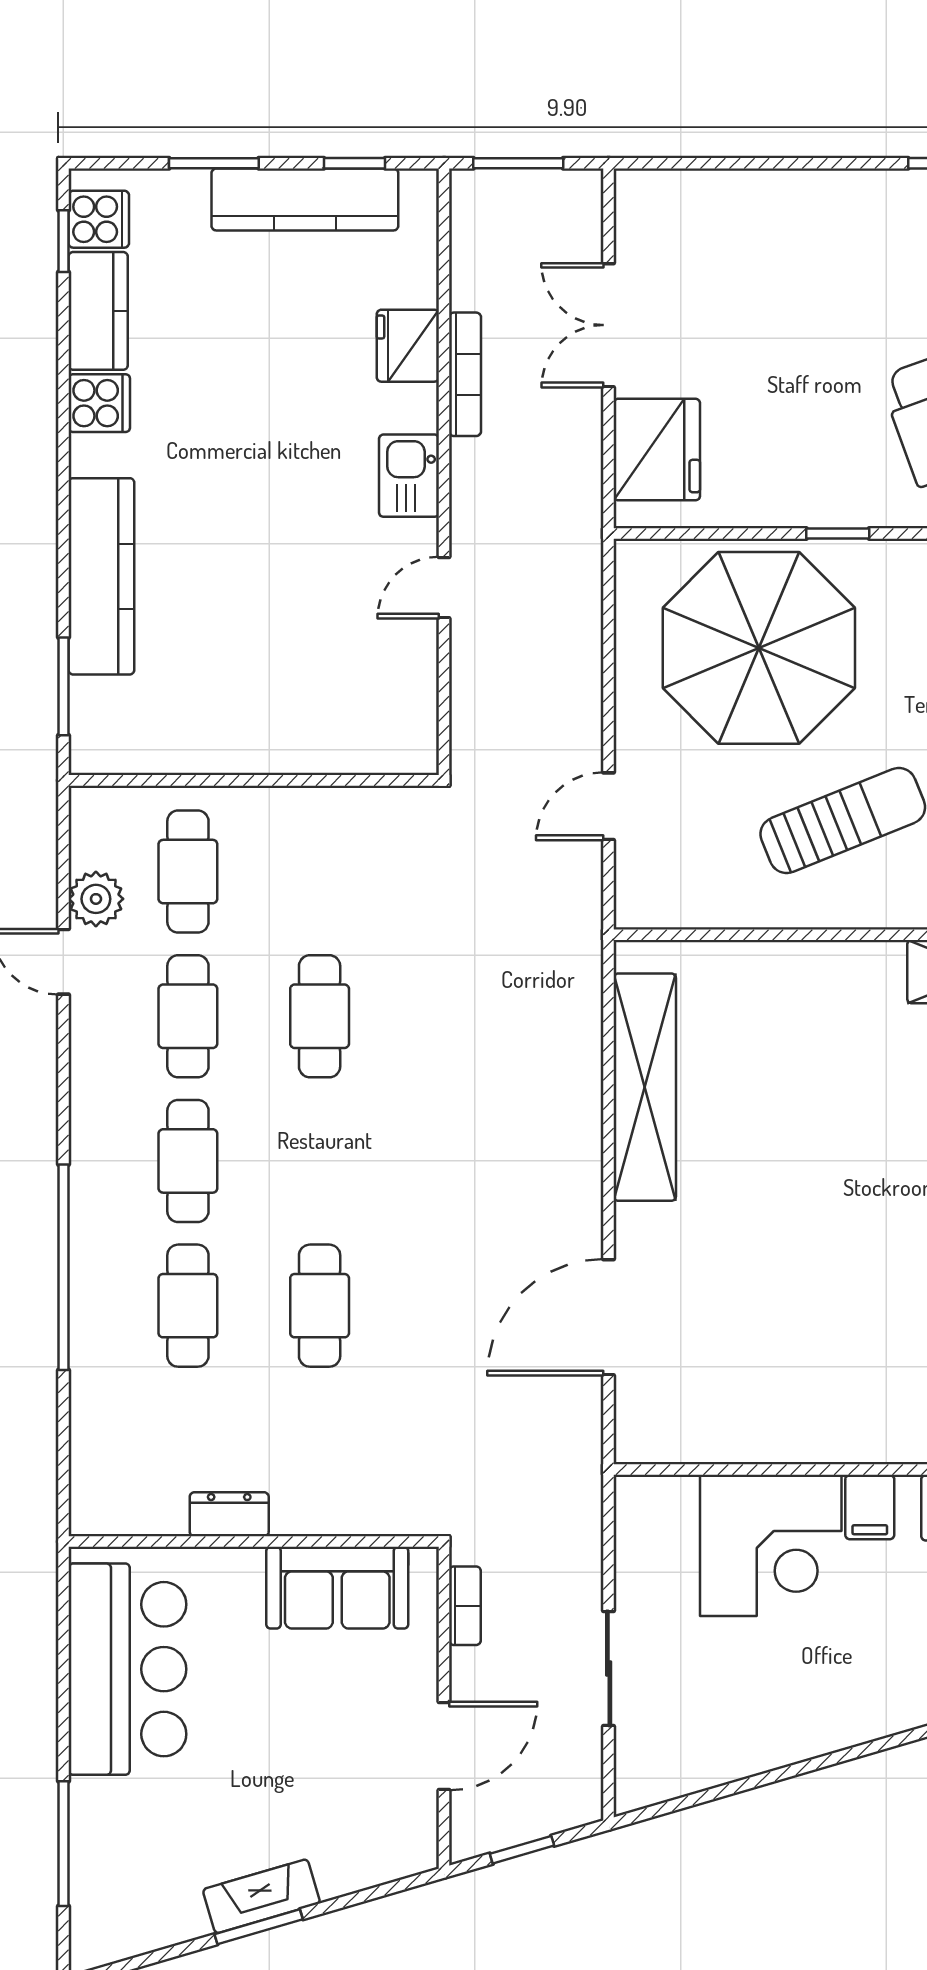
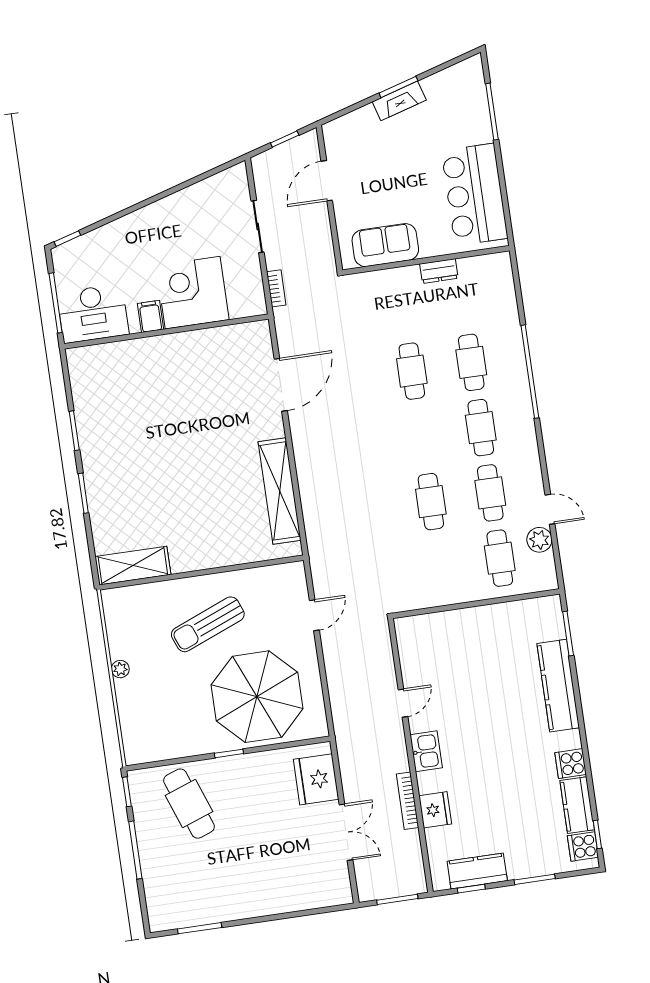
kitchen counter: (305, 199) -> (477, 871), width x0.67
bookcase: (465, 1606) -> (276, 288), moved, turned 180

